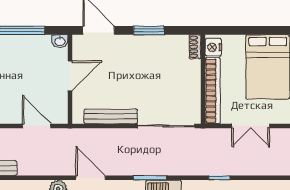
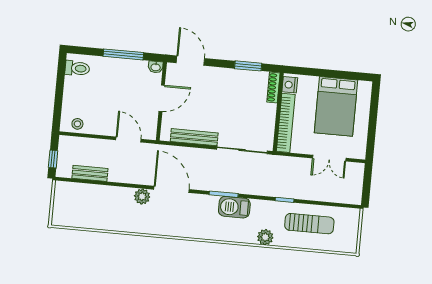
window: (149, 30) -> (248, 66), moved
shoe rack: (195, 47) -> (273, 87), width x1.43
double door: (251, 126) -> (329, 158), moved
door: (91, 178) -> (171, 189), width x1.36

